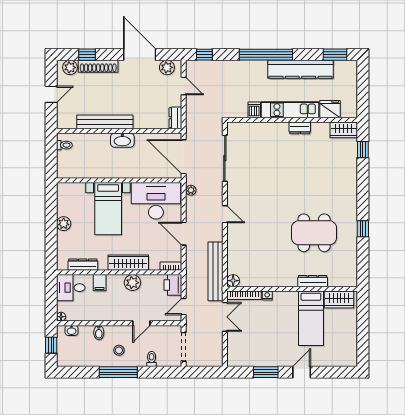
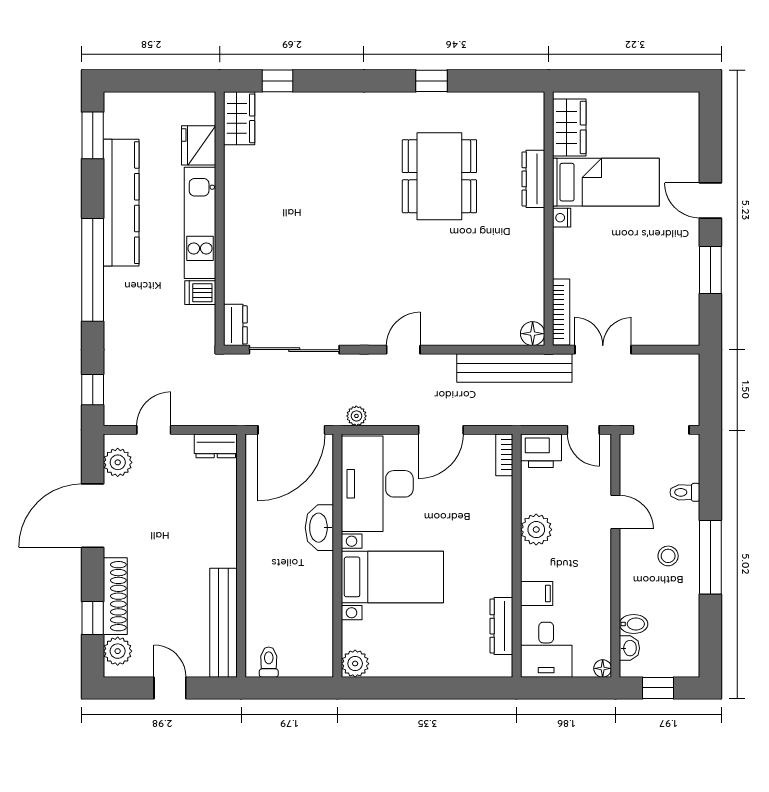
bench: (105, 122) -> (224, 623), moved
dresser: (300, 128) -> (235, 325), moved
washbasin: (122, 140) -> (319, 528), moved, turned 180
plant: (64, 224) -> (355, 664), moved
wardrobe: (128, 263) -> (497, 538), removed
nightstand: (267, 296) -> (562, 218), moved
bidet: (99, 333) -> (634, 624), moved

